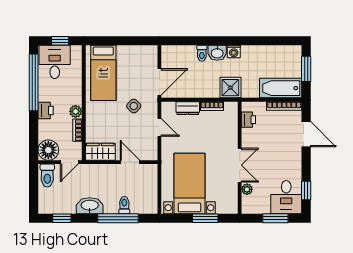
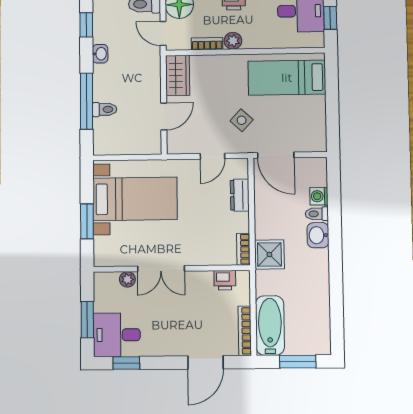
washing machine: (234, 52) -> (319, 196), moved
bookcase: (212, 106) -> (243, 249), moved
washbasin: (90, 206) -> (100, 54), width x0.52, depth x0.69

